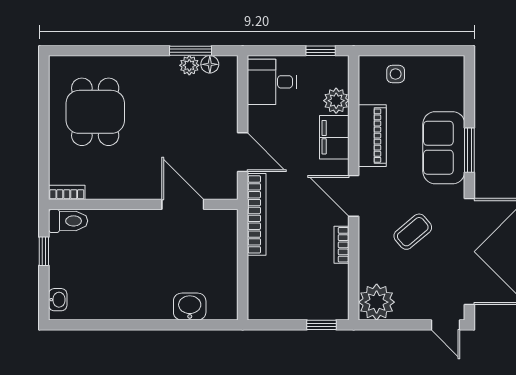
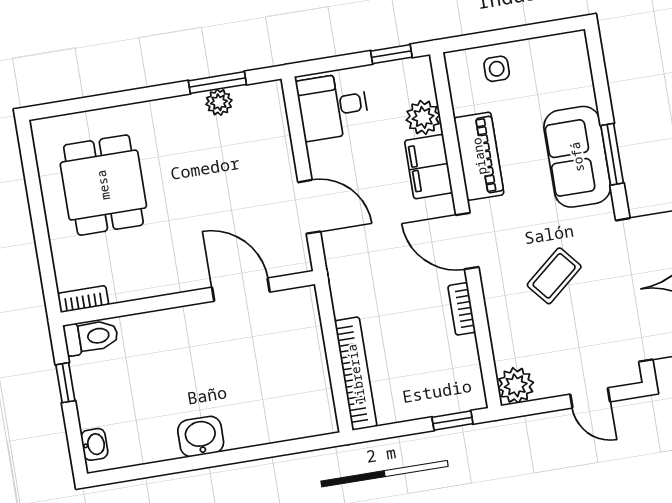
floor lamp: (210, 64) -> (246, 96), removed
bookcase: (257, 214) -> (356, 374), moved
plant: (377, 302) -> (516, 385), width x0.73, depth x0.73
washbasin: (190, 307) -> (201, 437), moved
door: (446, 325) -> (590, 398), moved

